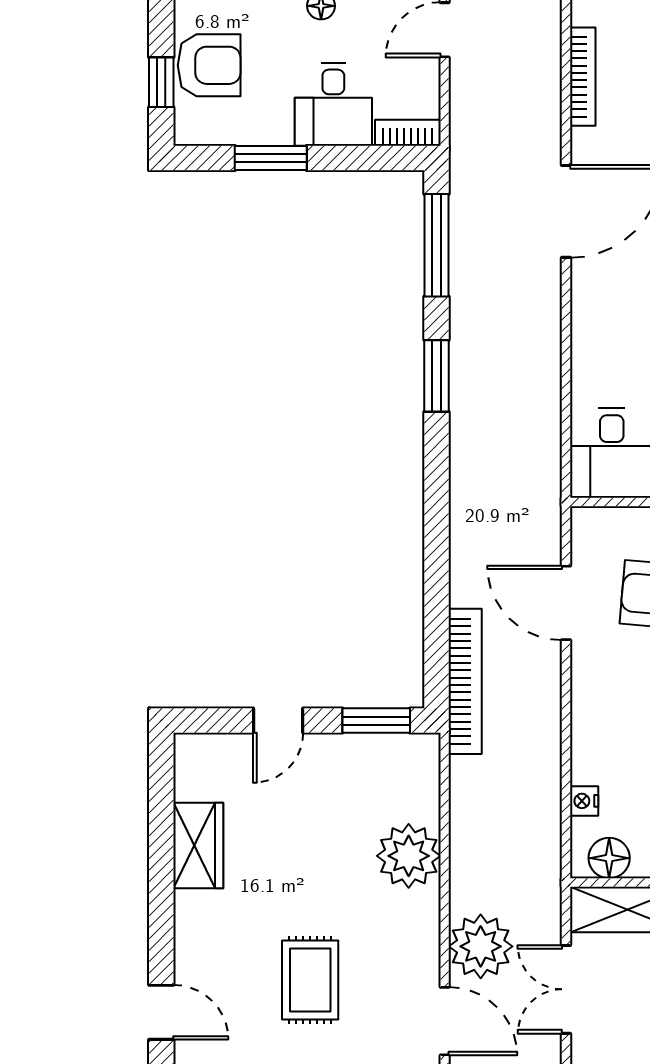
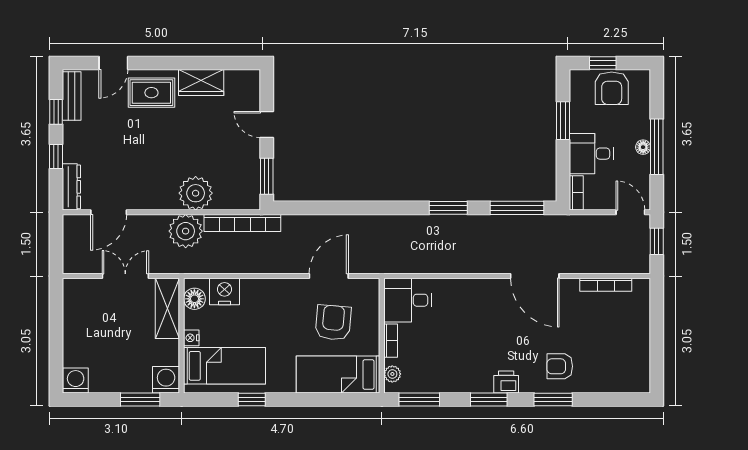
bookcase: (465, 681) -> (242, 223), moved
nightstand: (584, 801) -> (225, 291), width x1.89, depth x1.79
plant: (481, 946) -> (186, 231), moved
rug: (310, 980) -> (151, 93), moved

